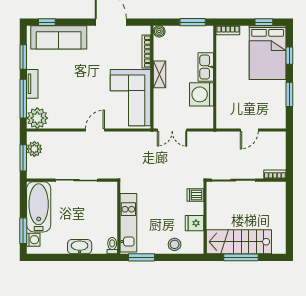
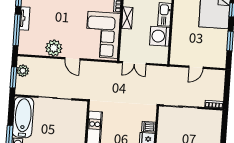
plant: (37, 118) -> (54, 48), moved
door: (95, 130) -> (72, 59), swing flipped
dishwasher: (195, 195) -> (149, 127), moved

